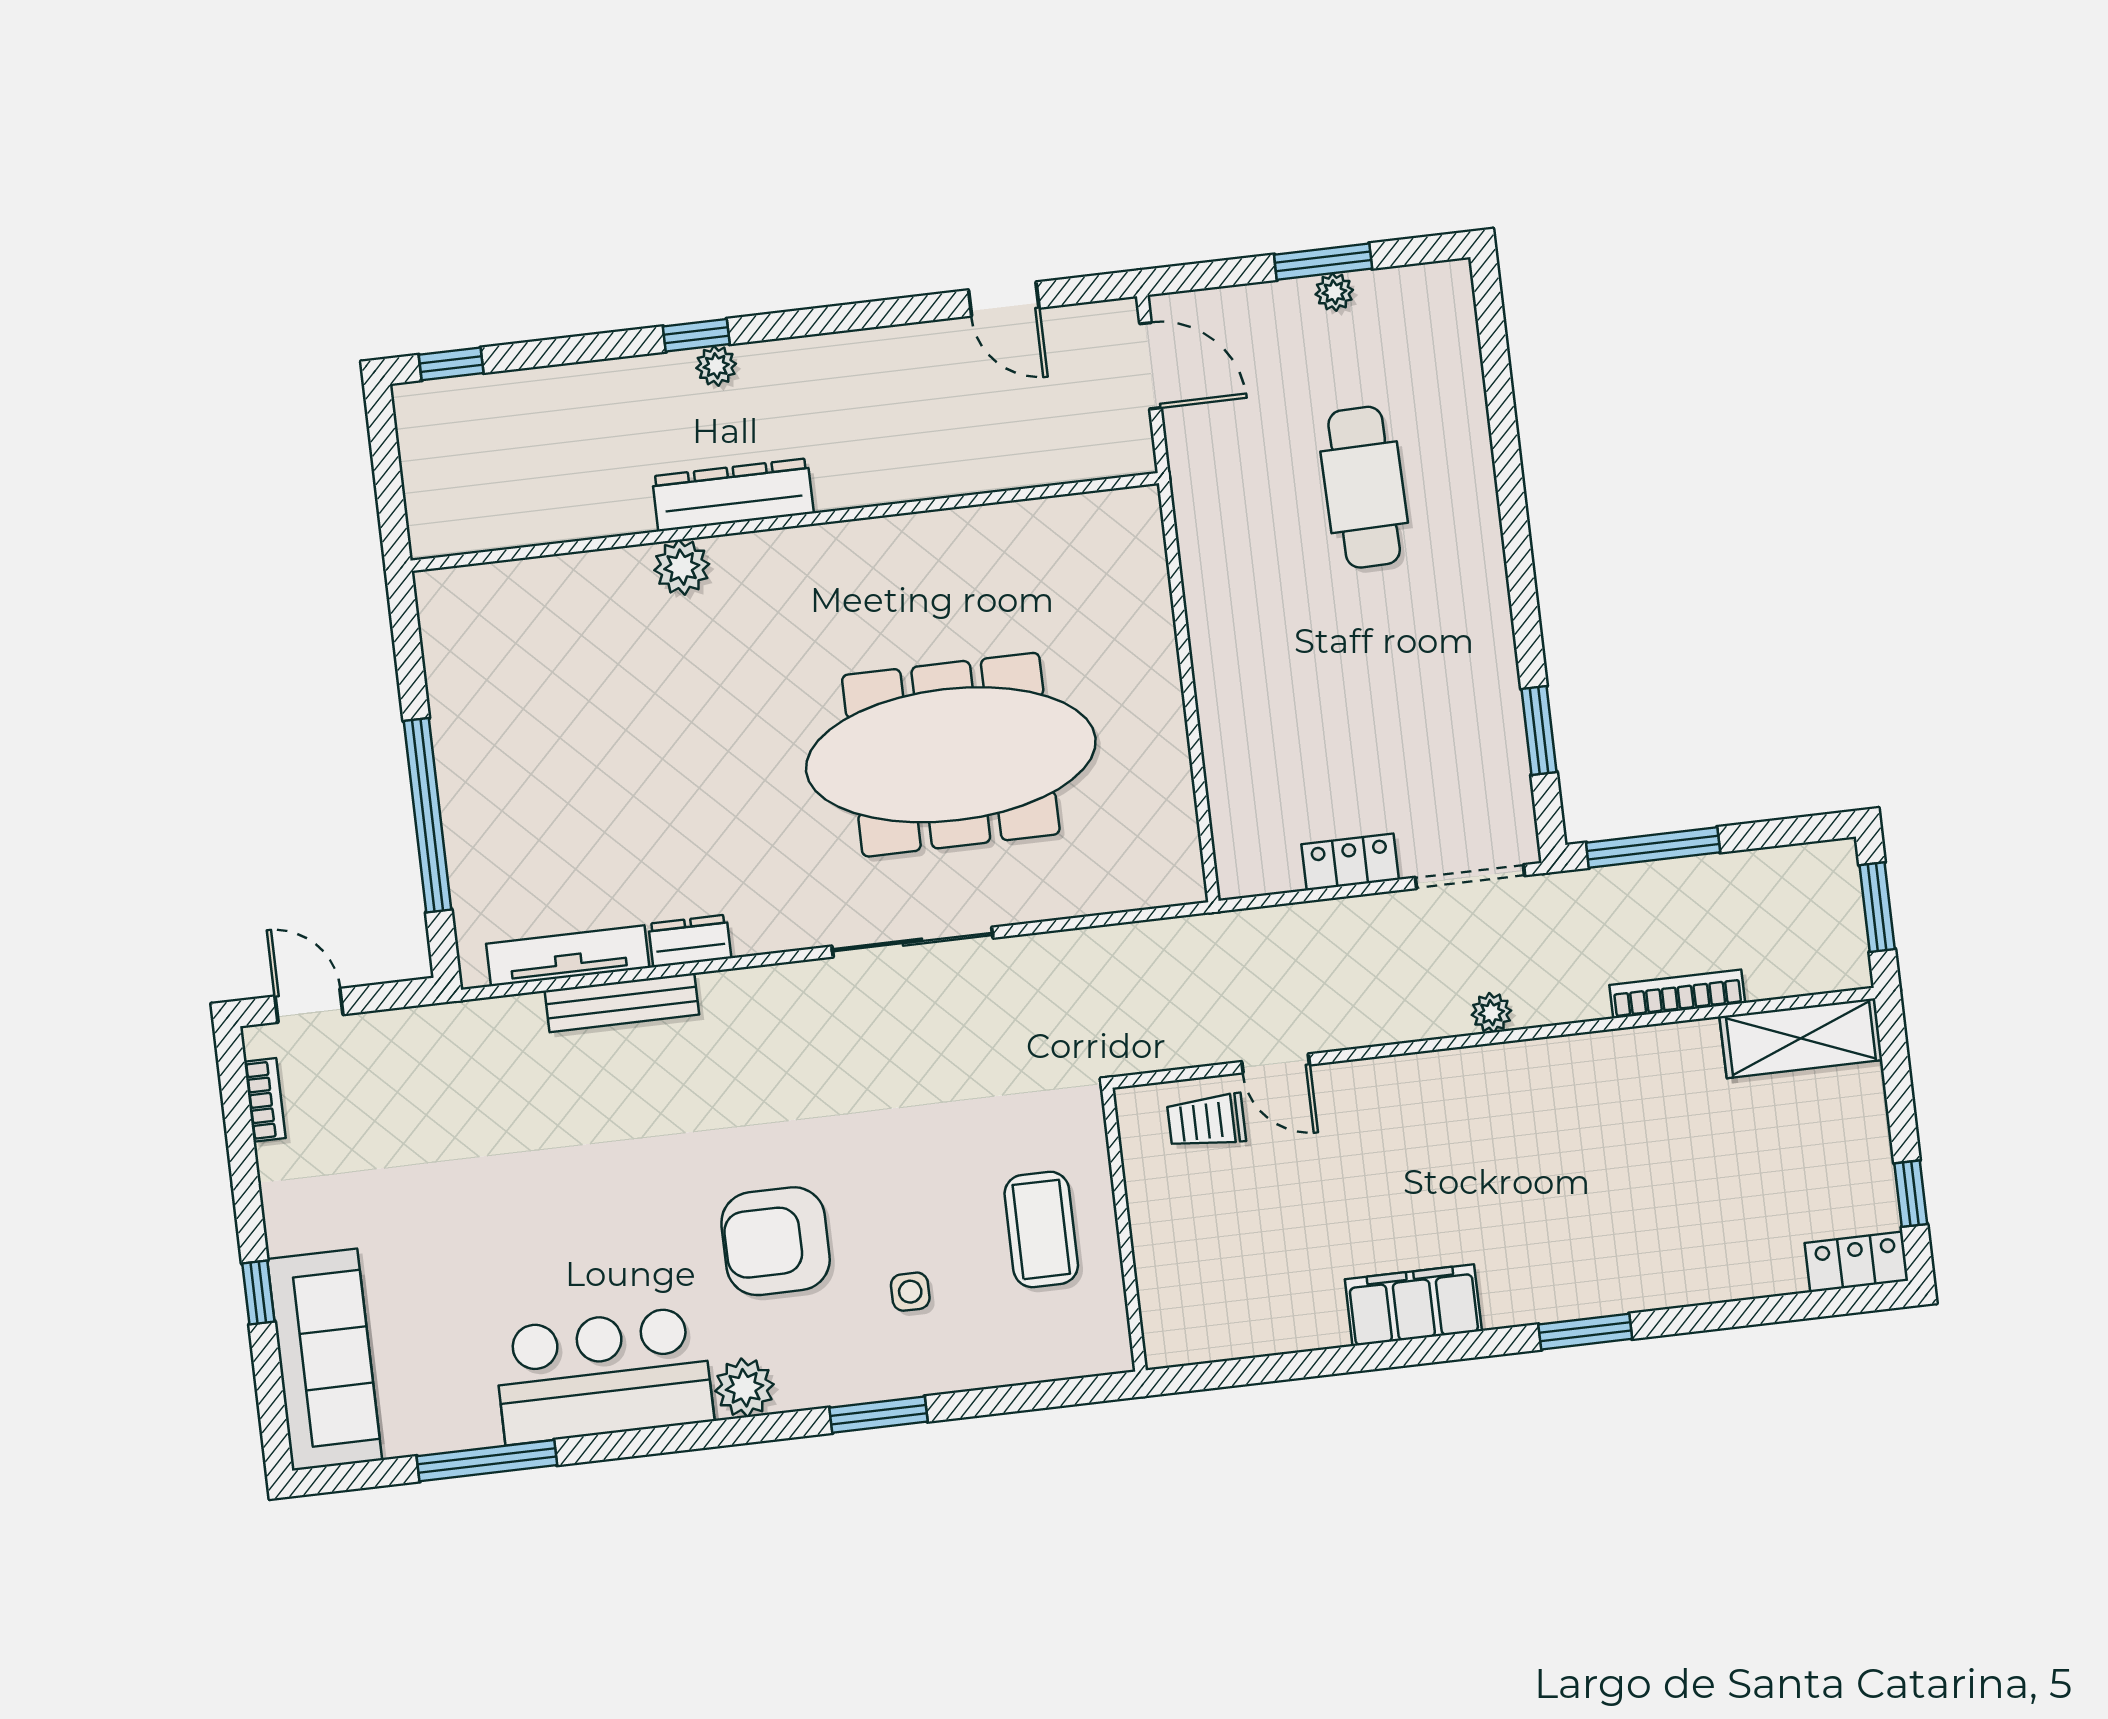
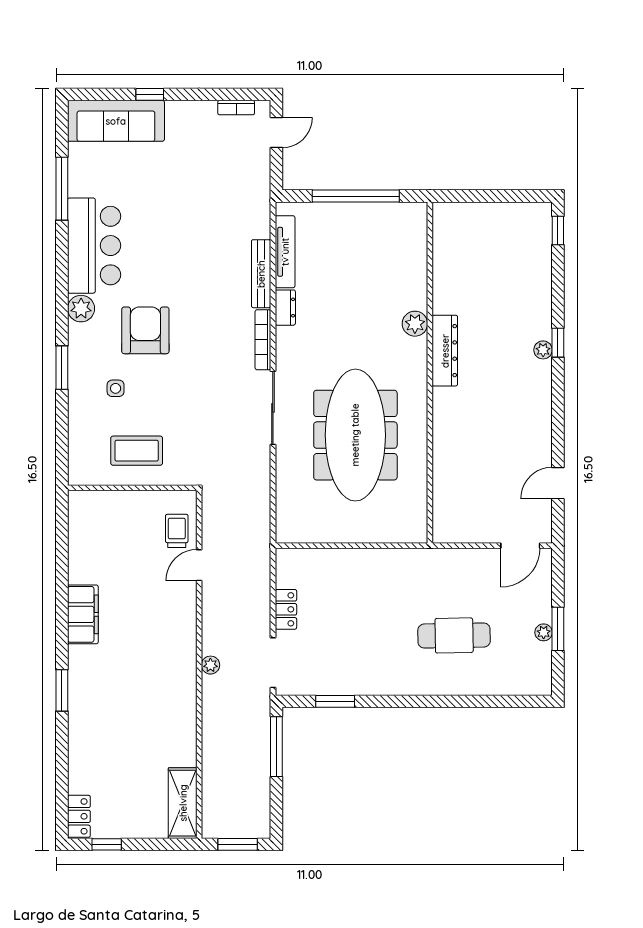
dresser: (733, 495) -> (445, 351), moved
wall: (785, 522) -> (430, 373), moved
plant: (682, 567) -> (415, 324), moved
bookcase: (1677, 994) -> (263, 340), moved, turned 180

